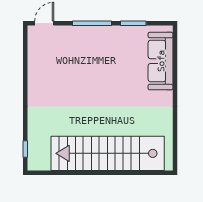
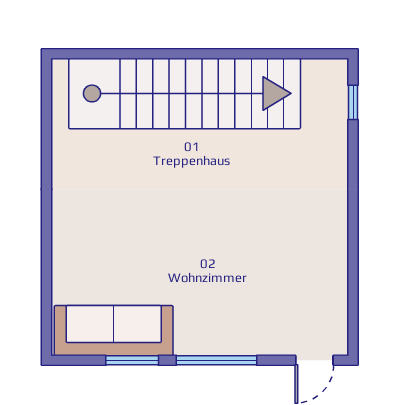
sofa: (161, 61) -> (114, 331), moved, turned -90

